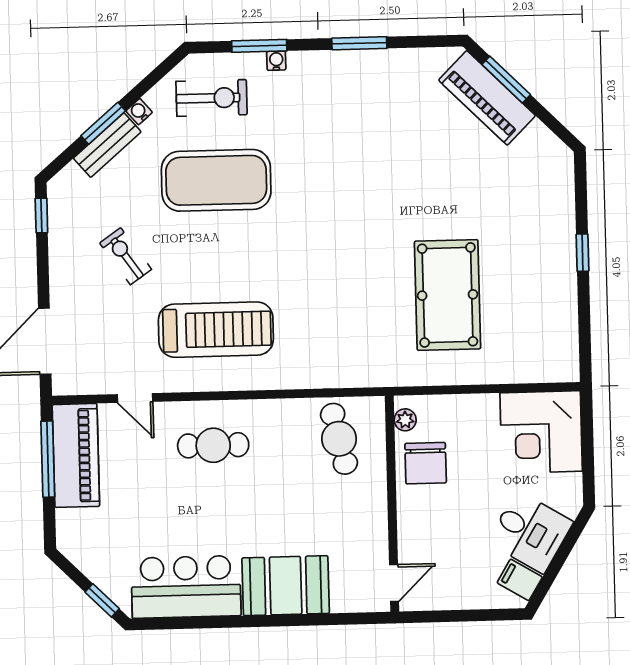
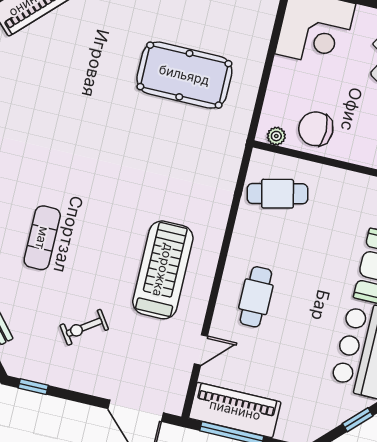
exercise mat: (216, 180) -> (42, 238), width x0.50, depth x0.69
chair: (426, 463) -> (316, 129), turned 180

